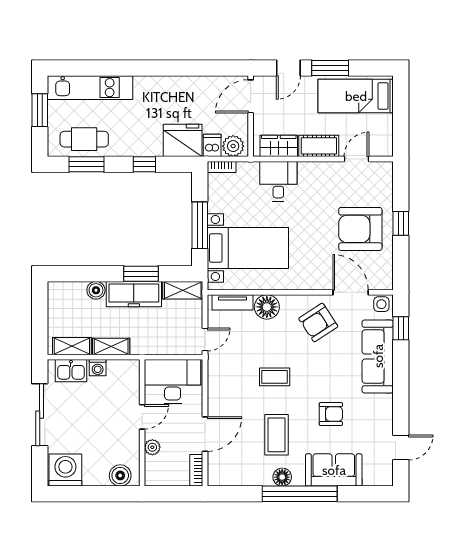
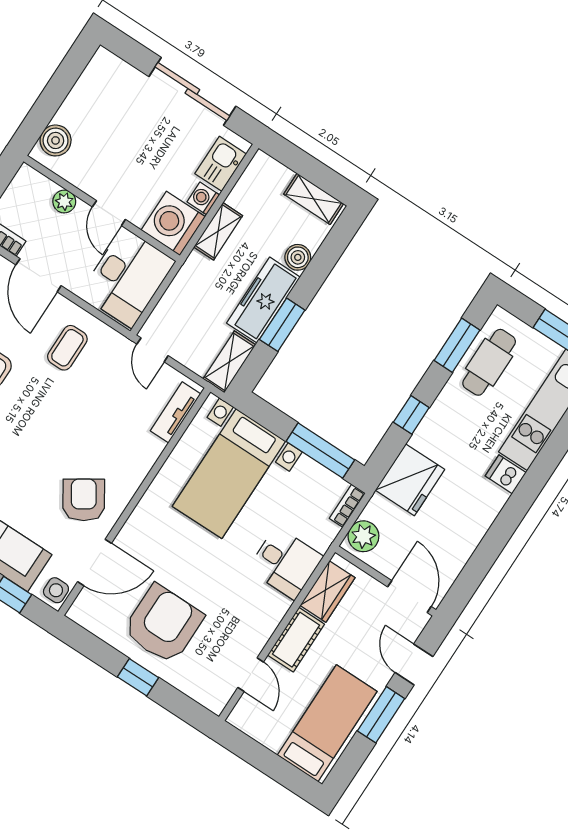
dishwasher: (212, 145) -> (506, 474), moved, turned 180
window: (200, 225) -> (320, 451), moved
floor lamp: (267, 307) -> (143, 450), removed
shelving: (72, 346) -> (314, 199), moved, turned 90
coffee table: (275, 377) -> (67, 348), moved
washing machine: (65, 470) -> (173, 223), moved, turned 180

